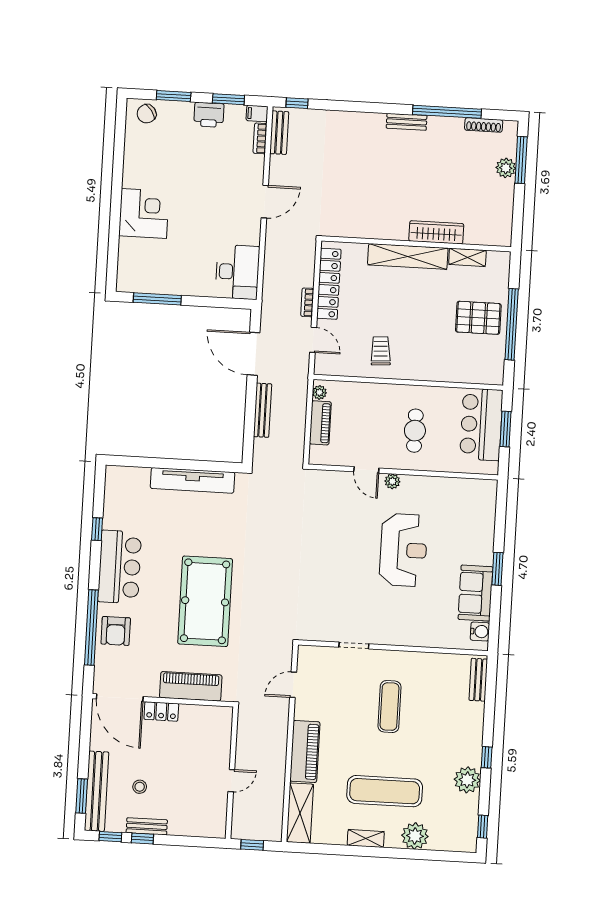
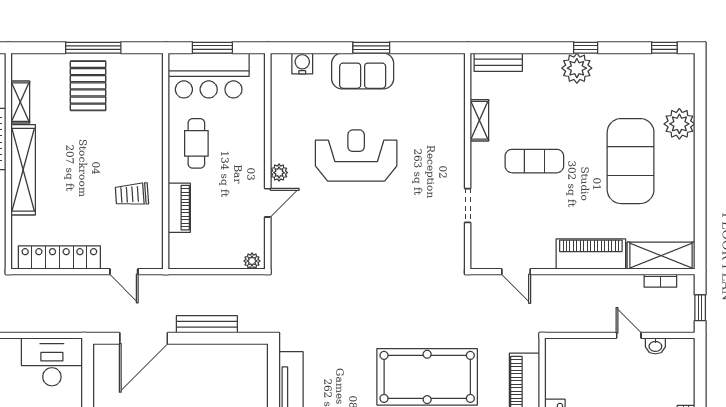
bookcase: (307, 302) -> (660, 281), moved
window: (512, 324) -> (93, 48), width x0.68
door: (313, 340) -> (124, 272), swing flipped
plant: (319, 392) -> (252, 261), moved
piano: (320, 423) -> (179, 208), moved, turned 90
cafe table: (415, 431) -> (196, 143), moved, turned 90
sofa: (476, 593) -> (363, 71), moved
water cooler: (480, 631) -> (302, 63), moved
plant: (467, 780) -> (577, 68), moved
exercise mat: (385, 791) -> (631, 161), width x1.47
washbasin: (221, 804) -> (655, 346), added
shelving: (366, 839) -> (479, 120), moved

